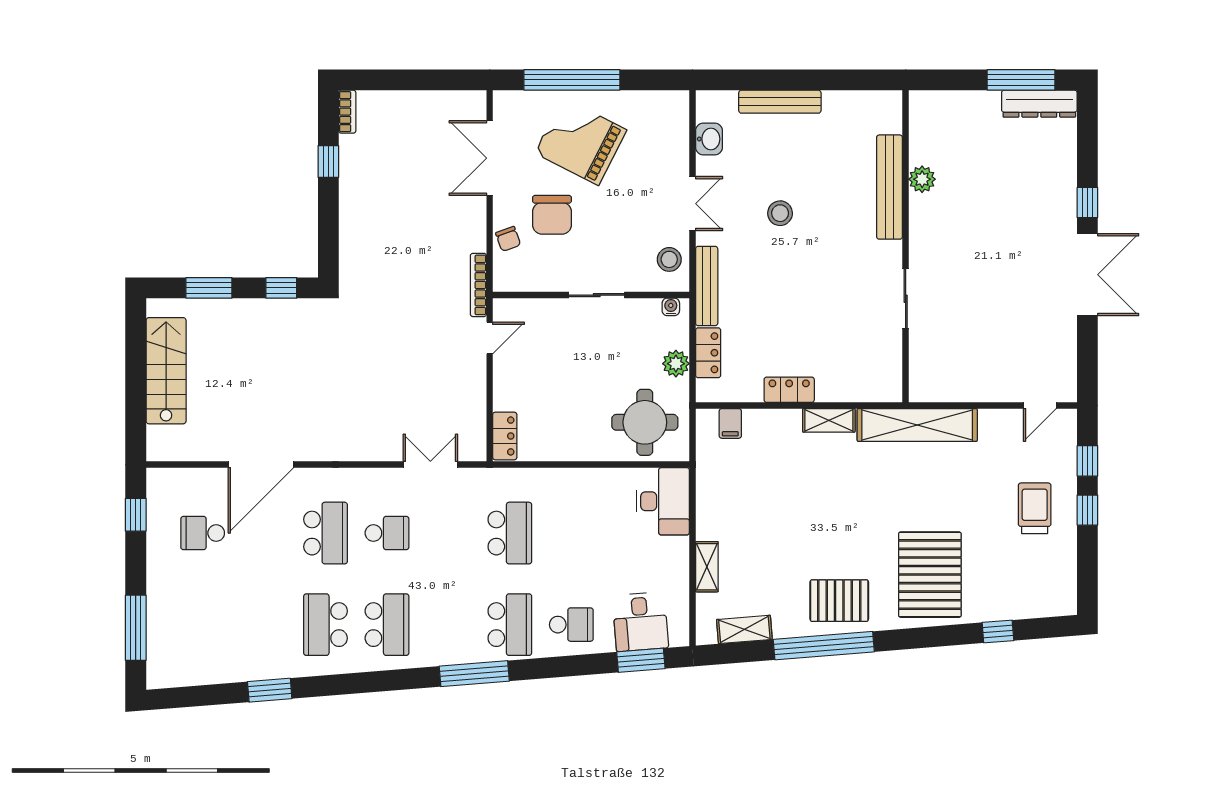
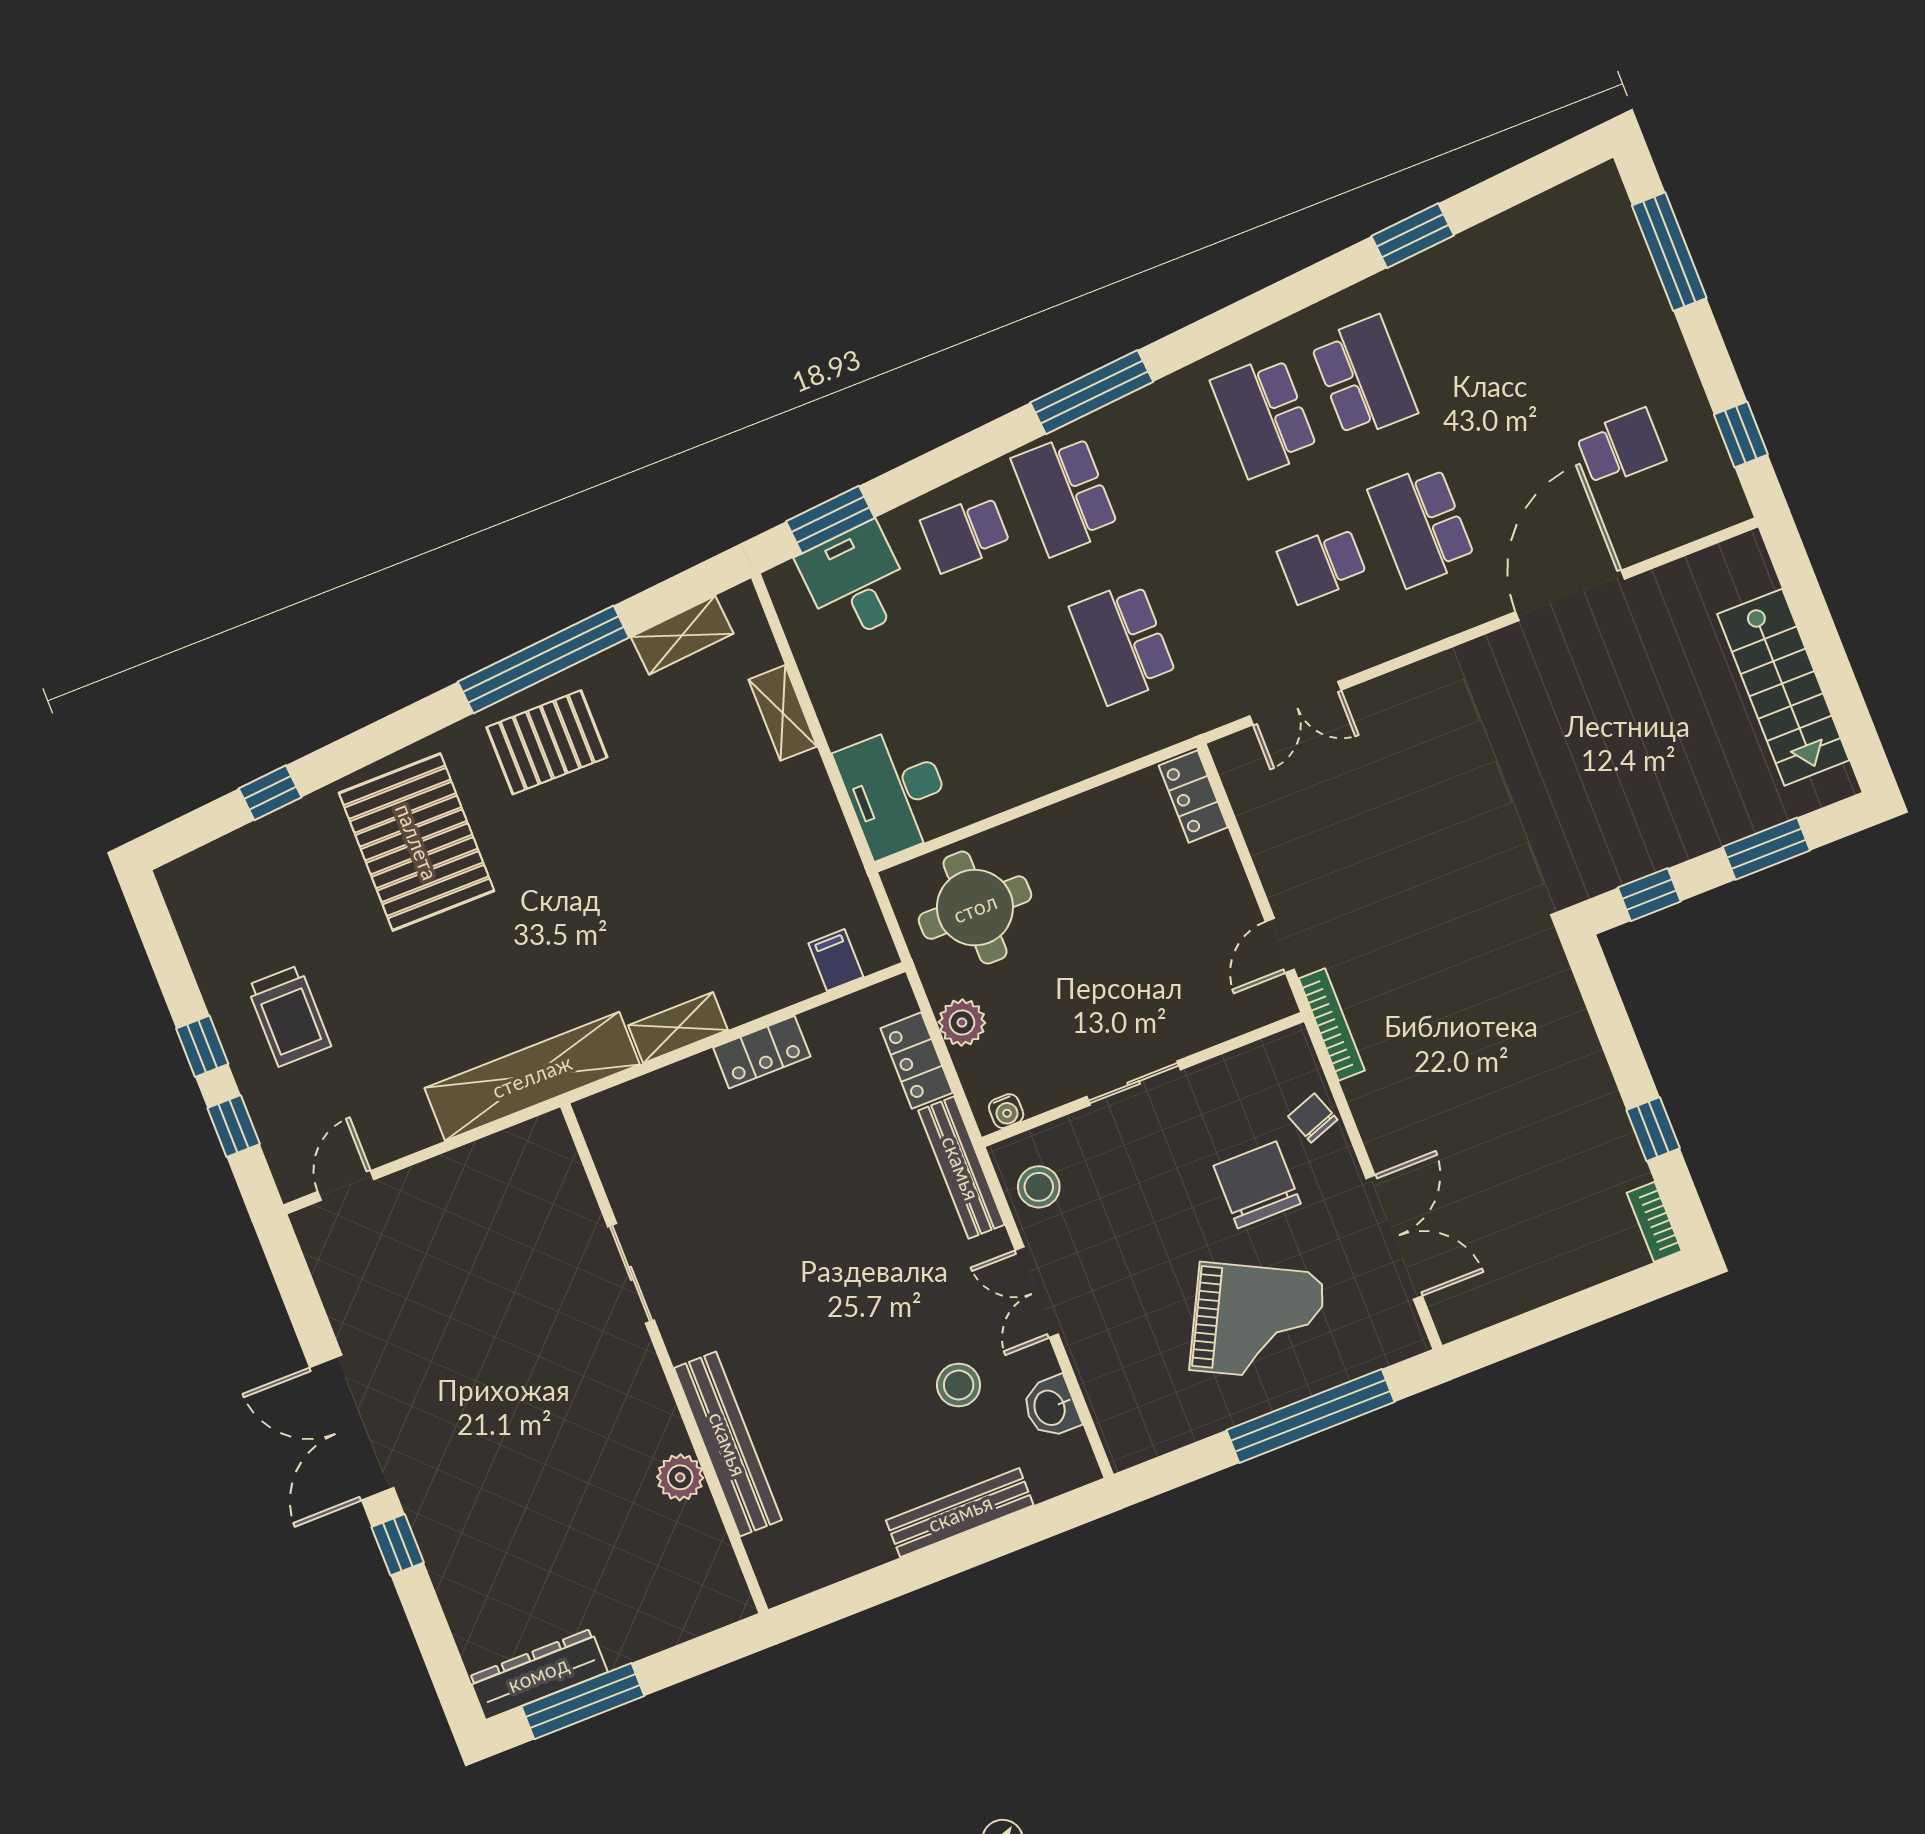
stool: (780, 213) -> (959, 1385), moved

